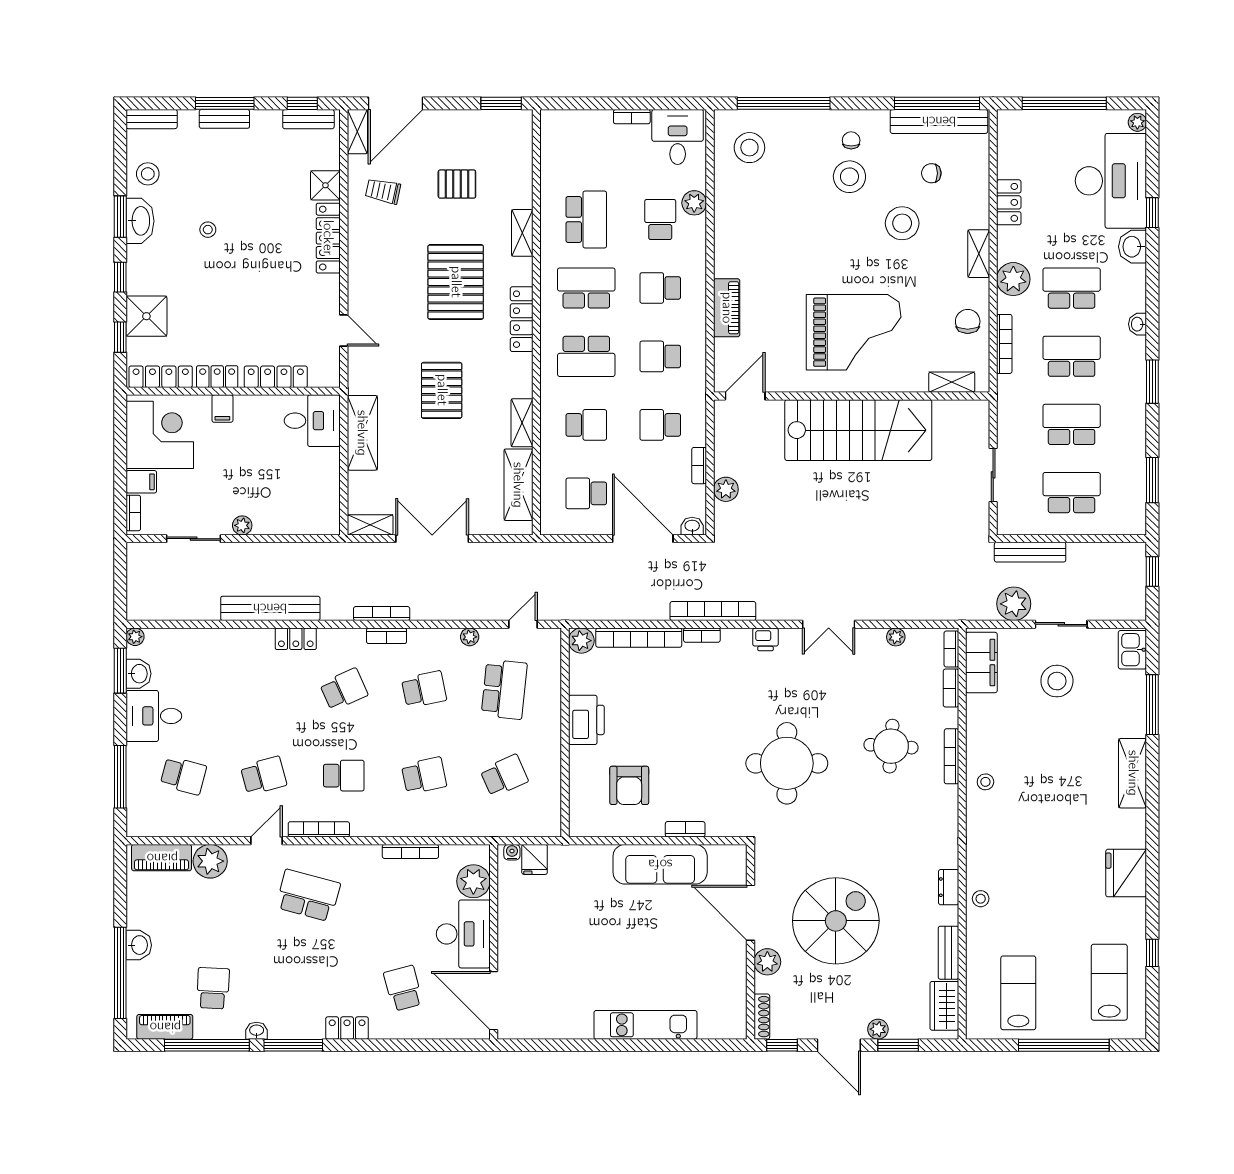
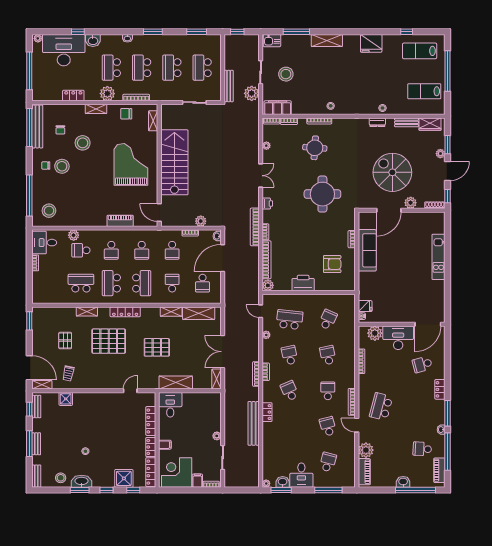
locker: (328, 238) -> (89, 398), removed
school desk: (504, 776) -> (328, 320), turned 48

